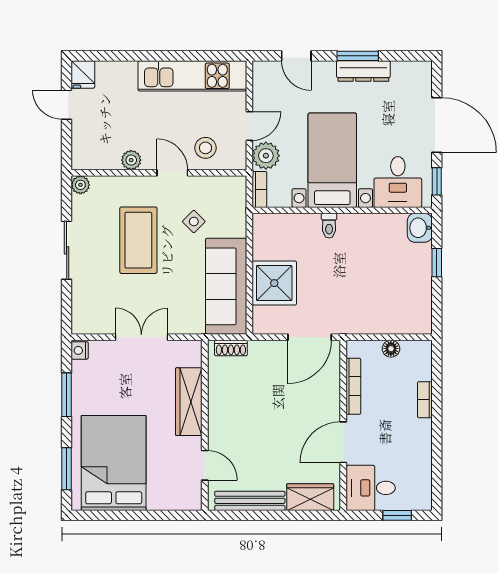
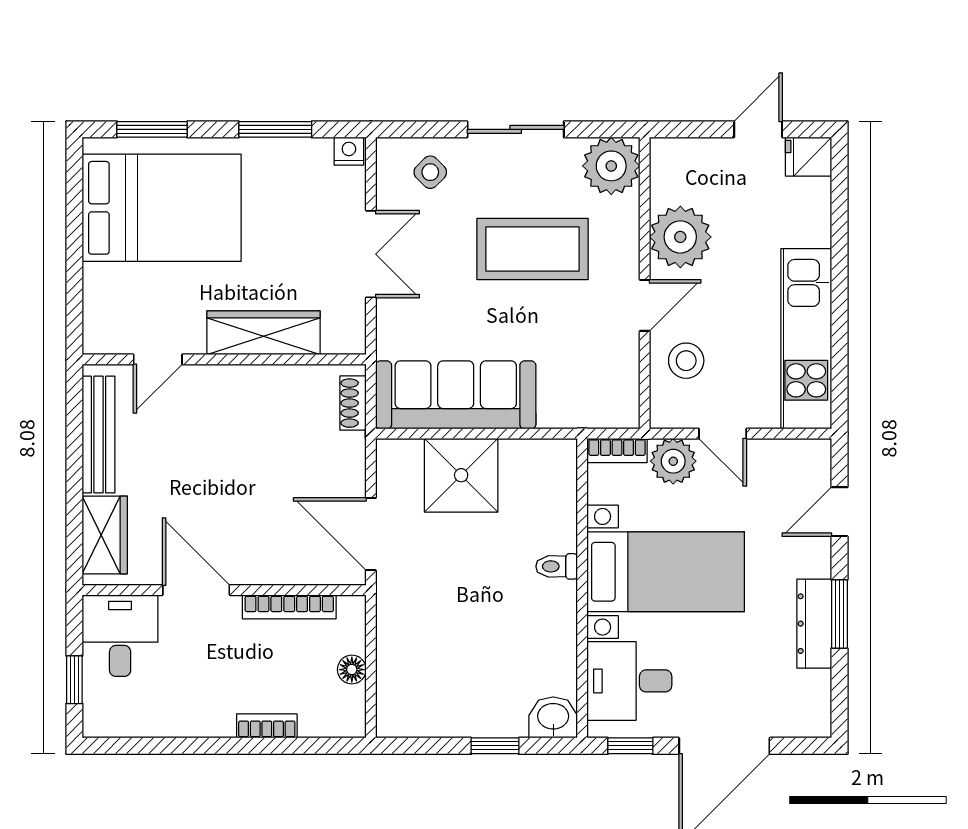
plant: (131, 160) -> (680, 237), width x1.87, depth x1.87
plant: (80, 185) -> (611, 166), width x1.88, depth x1.88
side table: (194, 221) -> (430, 172), moved

